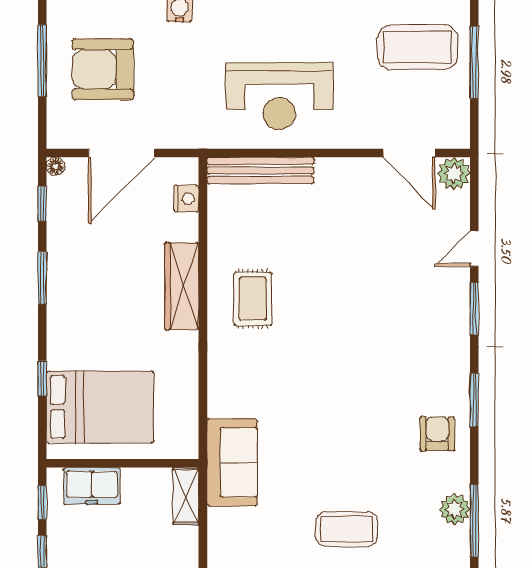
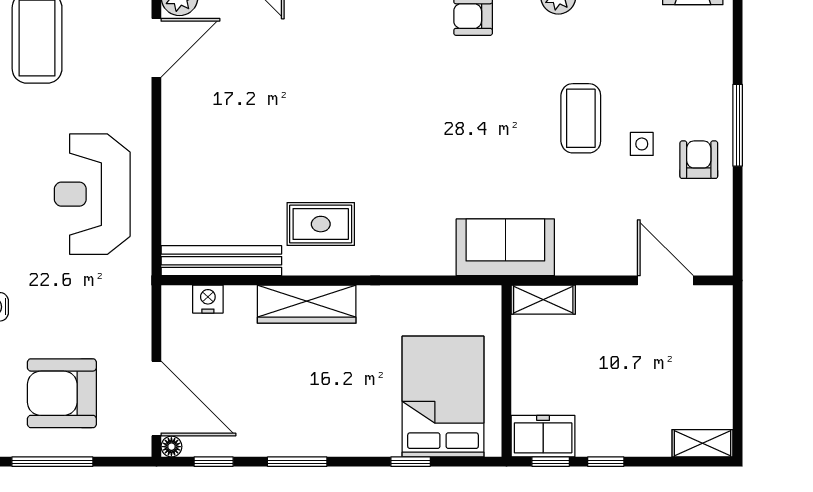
armchair: (103, 69) -> (62, 393), turned 90
reception desk: (279, 96) -> (92, 194), turned 180
door: (122, 153) -> (156, 399), moved
bench: (260, 171) -> (221, 261), moved, turned 90
freezer: (92, 486) -> (543, 436), moved, turned -90

